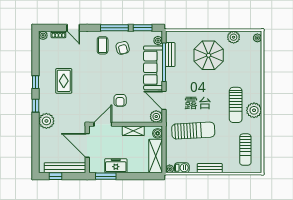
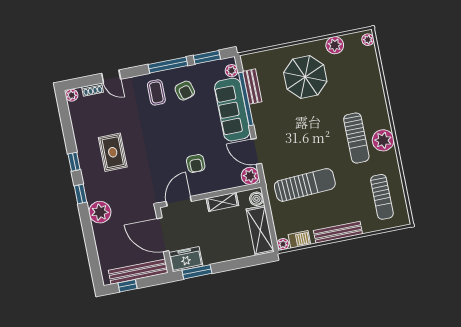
freezer: (116, 166) -> (186, 259), moved
bench: (210, 168) -> (338, 232), width x1.36

